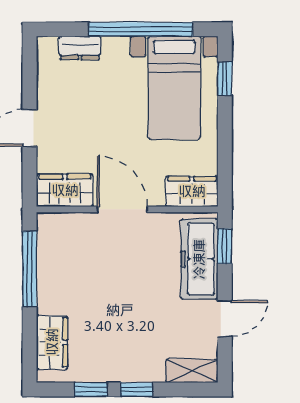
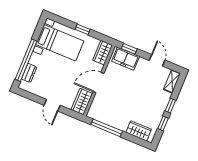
window: (141, 29) -> (26, 60), moved
window: (225, 79) -> (83, 29), moved
freezer: (199, 259) -> (126, 59), width x0.71

